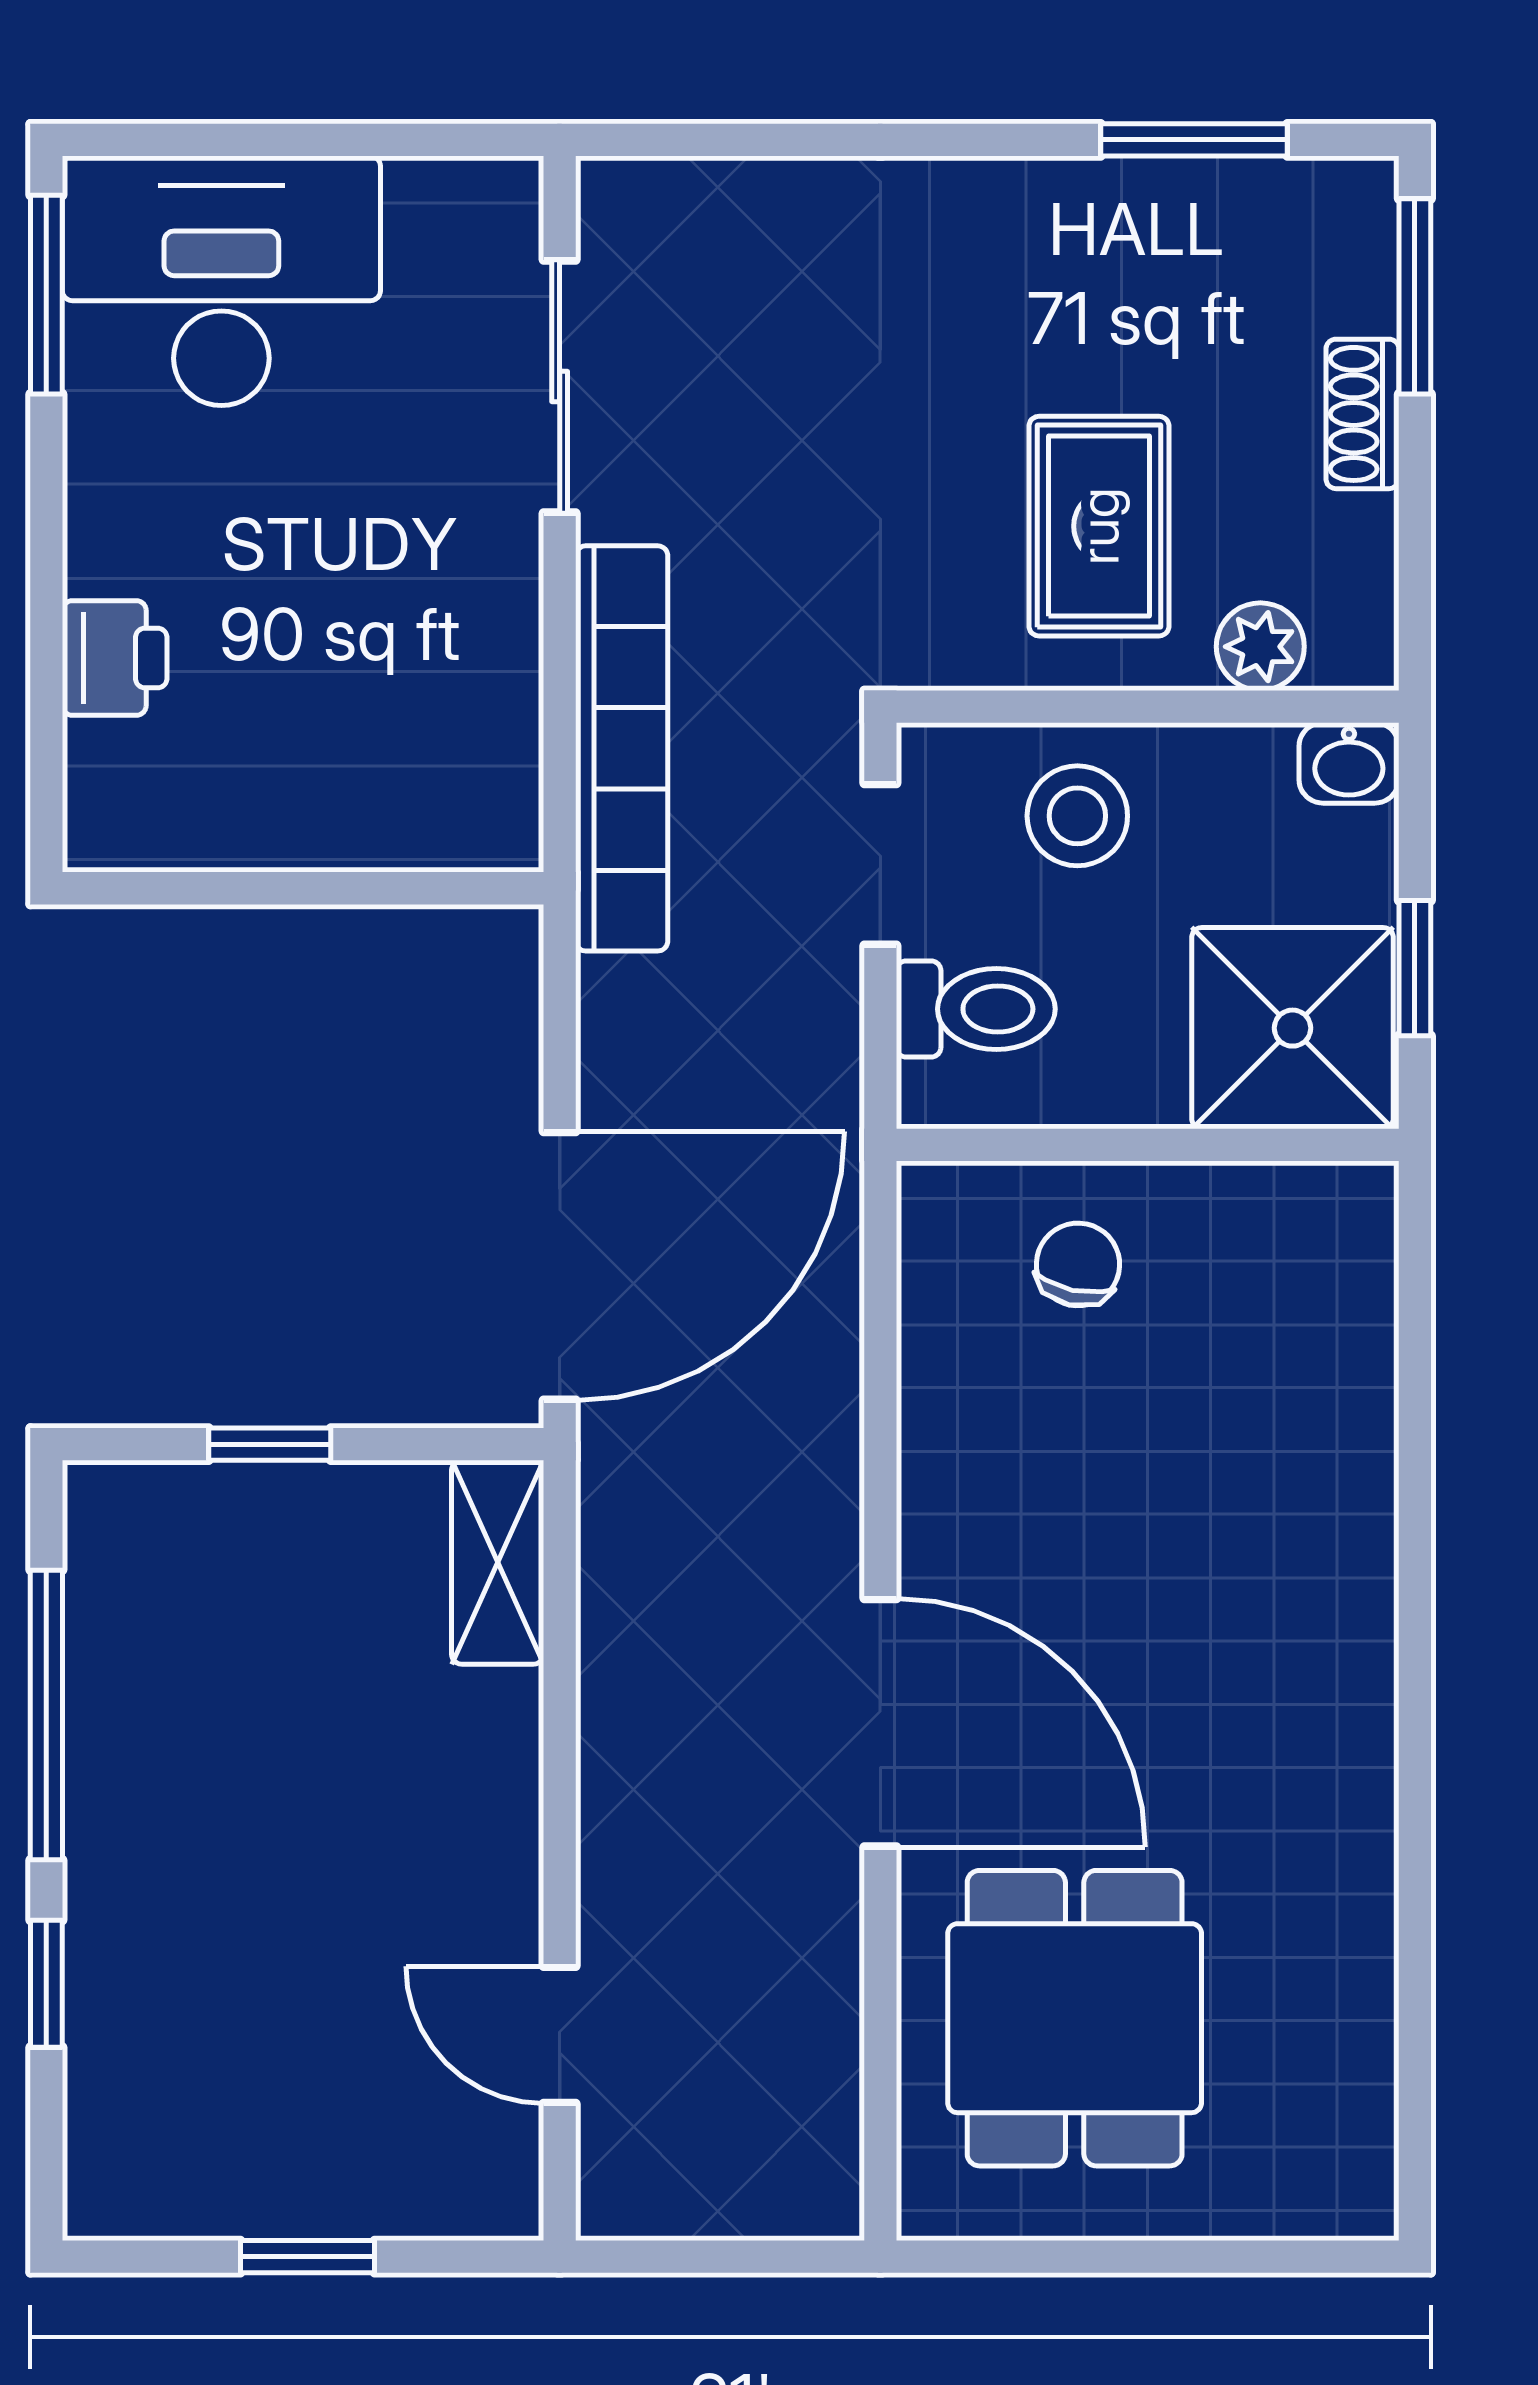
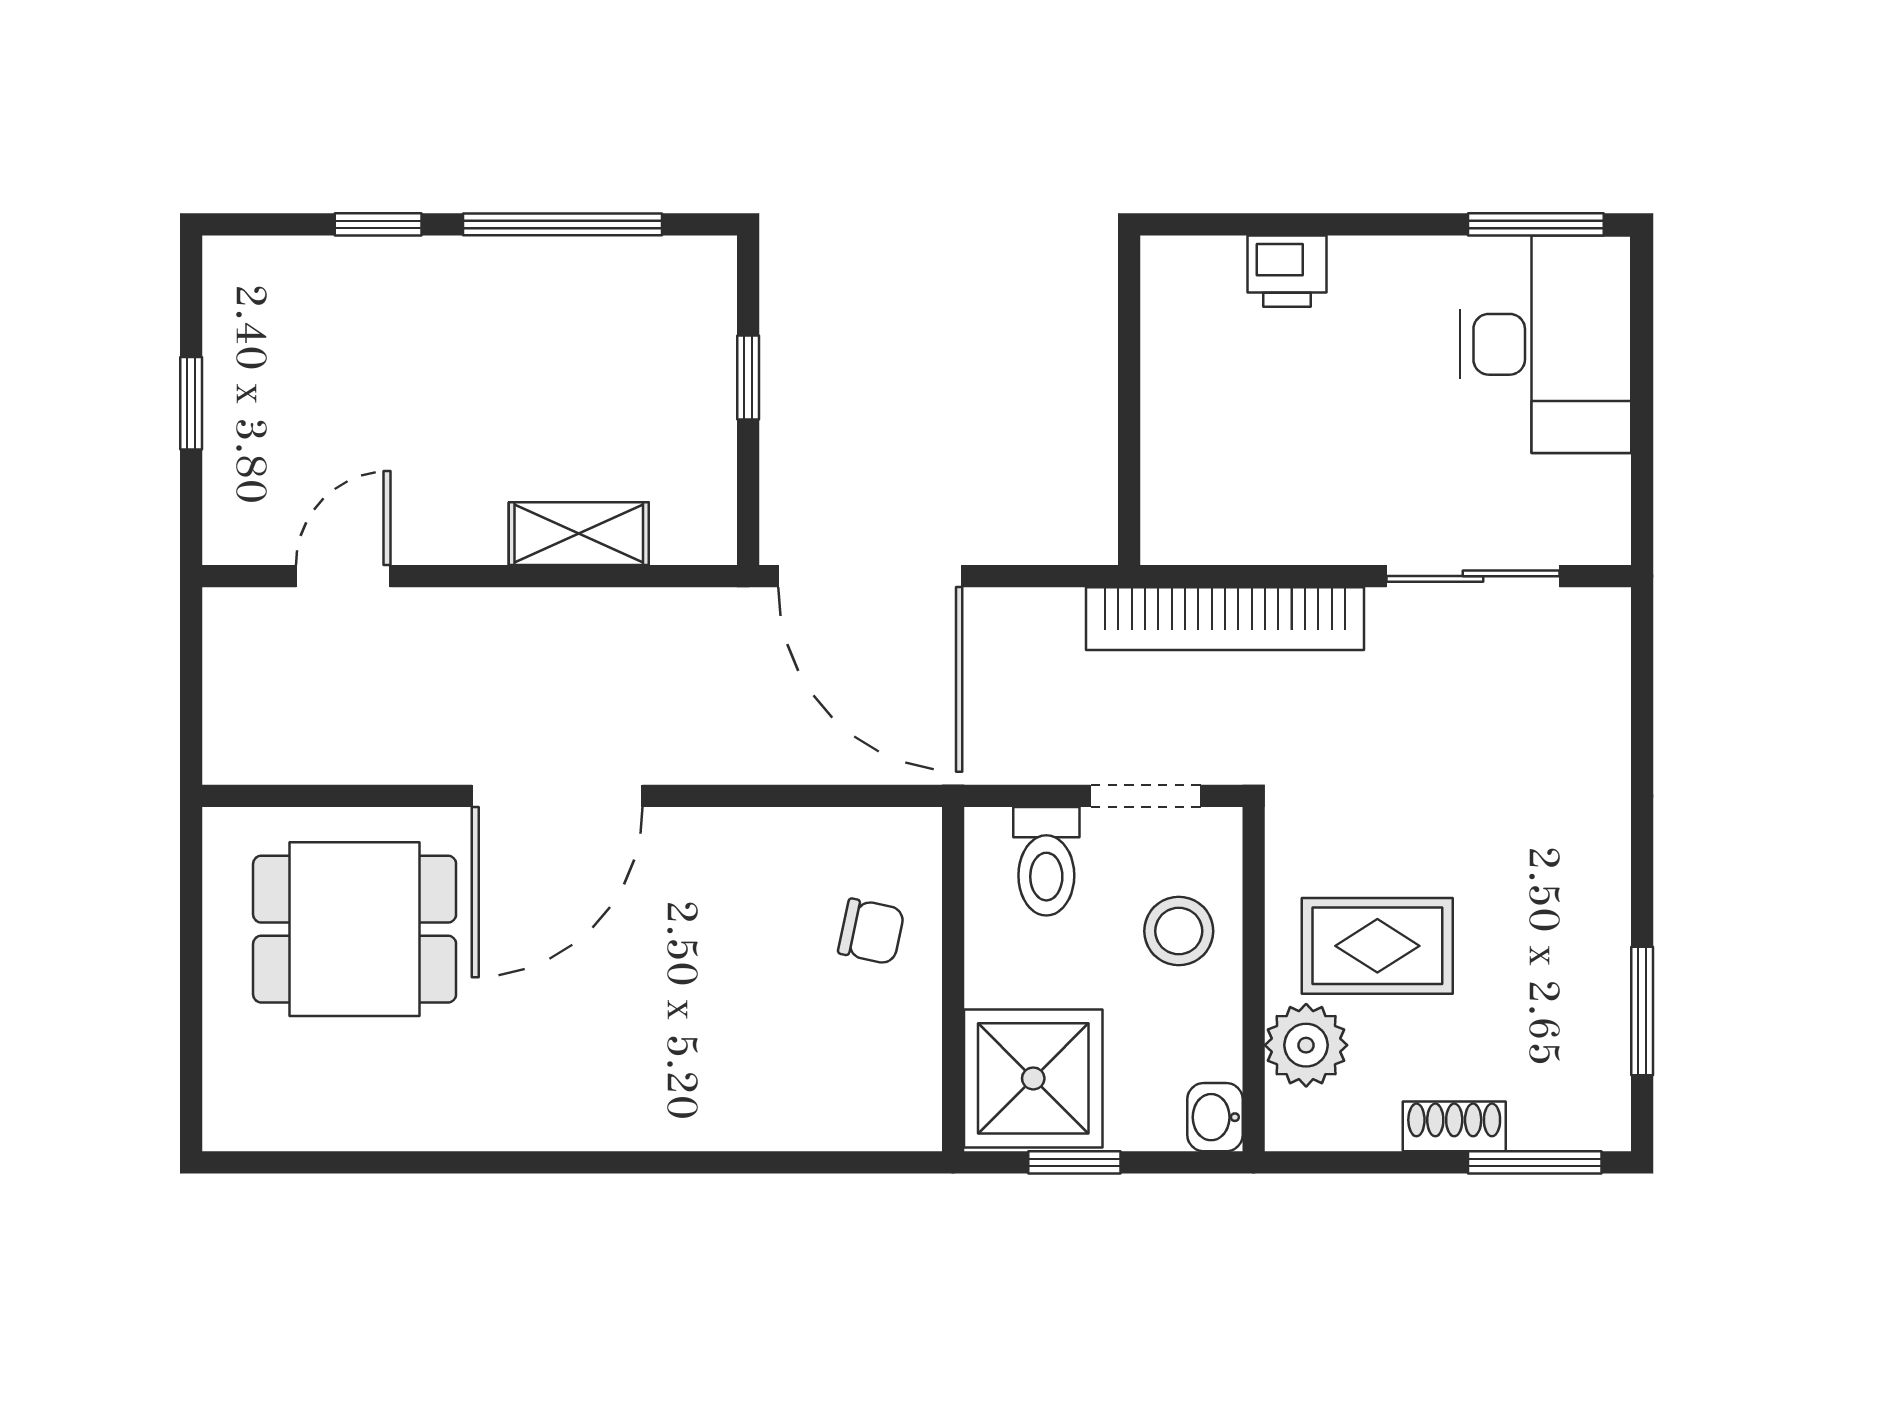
plant: (1260, 647) -> (1306, 1045), width x1.38, depth x1.38
shelving: (498, 1562) -> (579, 534), moved

